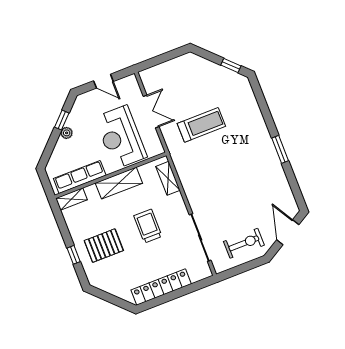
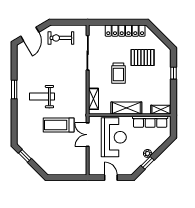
double door: (151, 112) -> (88, 135), moved
weight bench: (239, 154) -> (42, 97), added
pallet: (104, 246) -> (143, 58), moved

